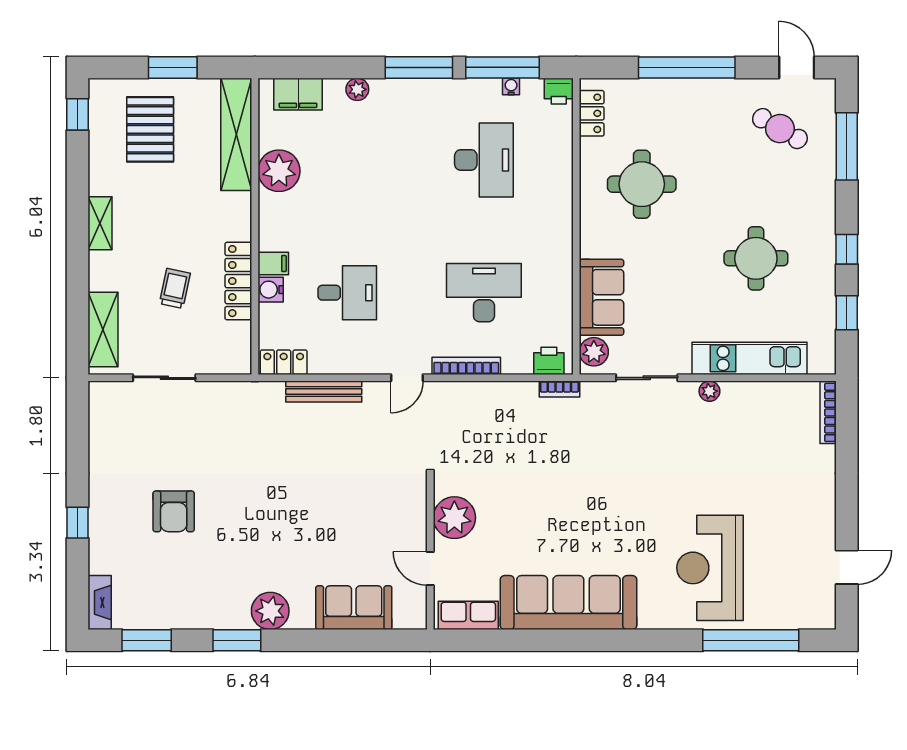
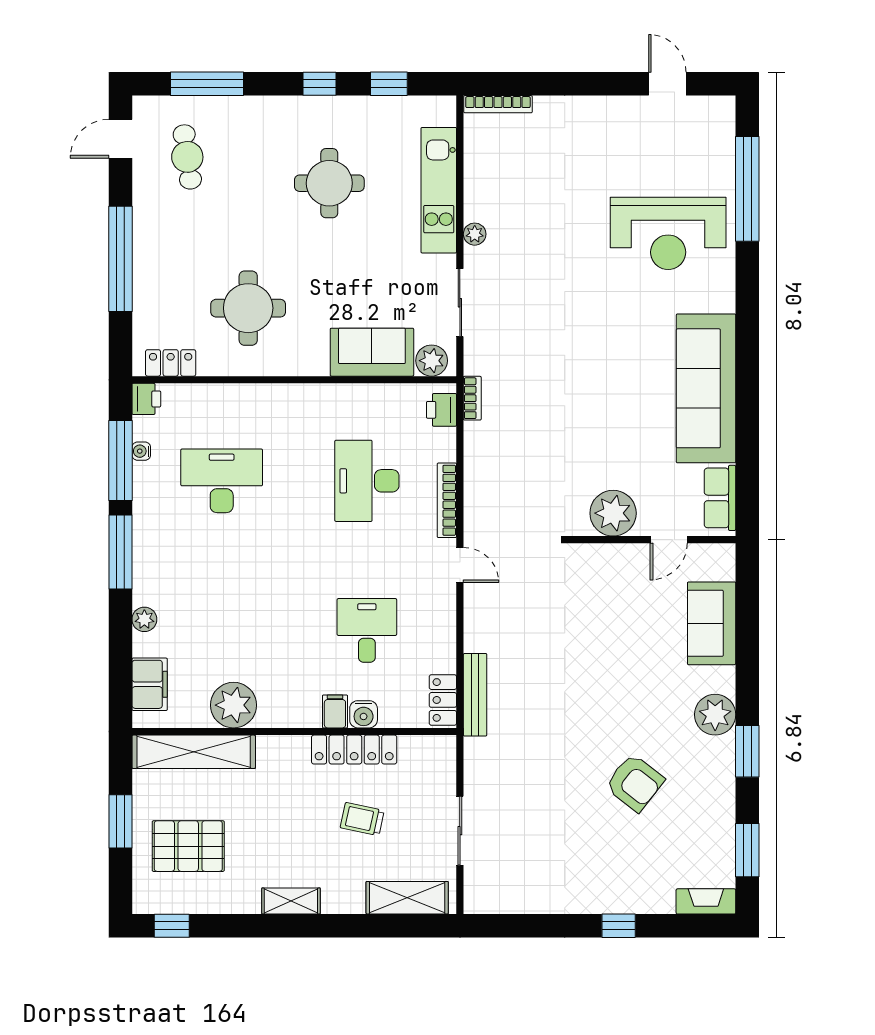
cafe table: (780, 129) -> (187, 157), turned -38
bench: (324, 392) -> (475, 695), moved
armchair: (174, 511) -> (635, 783), moved, turned 38

